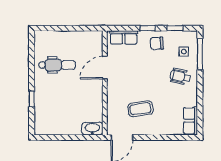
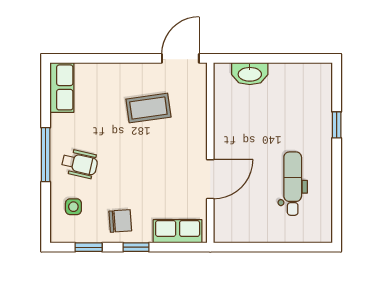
window: (200, 54) -> (46, 155), moved
dental chair: (57, 65) -> (293, 184), turned 90
washbasin: (92, 129) -> (250, 74), moved

